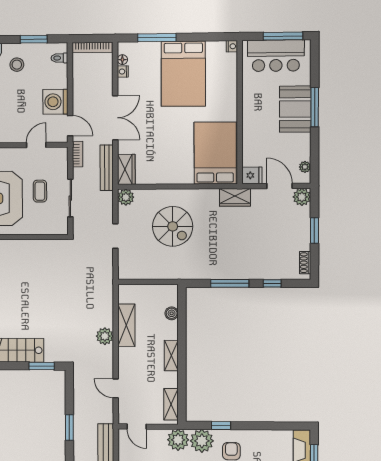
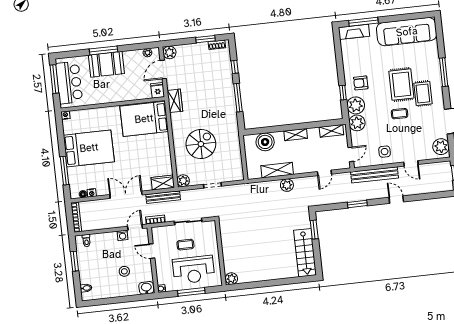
stool: (17, 65) -> (124, 271), moved
washing machine: (55, 102) -> (123, 235), width x0.53, depth x0.53
window: (314, 231) -> (205, 39), moved
boiler: (172, 313) -> (265, 142), width x1.86, depth x1.86

